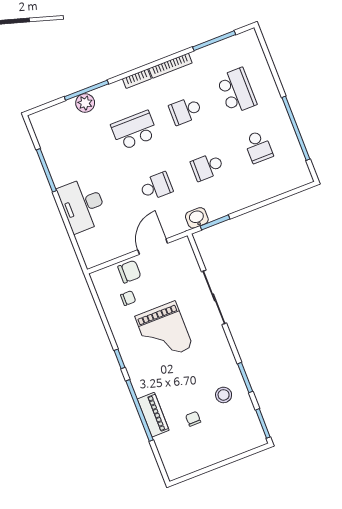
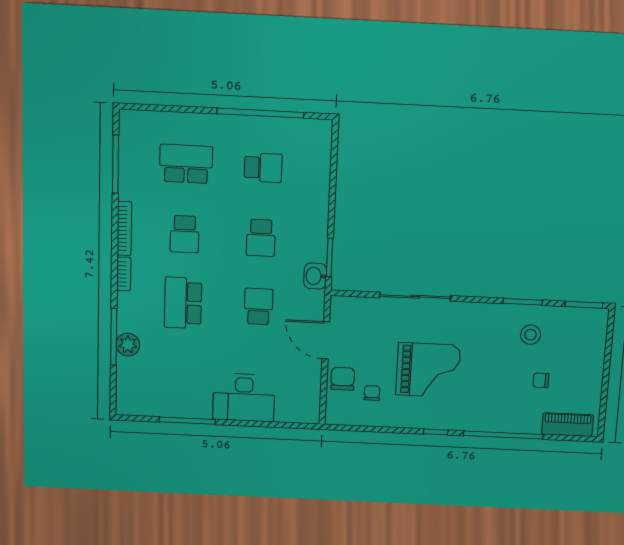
piano: (153, 415) -> (568, 425), moved

